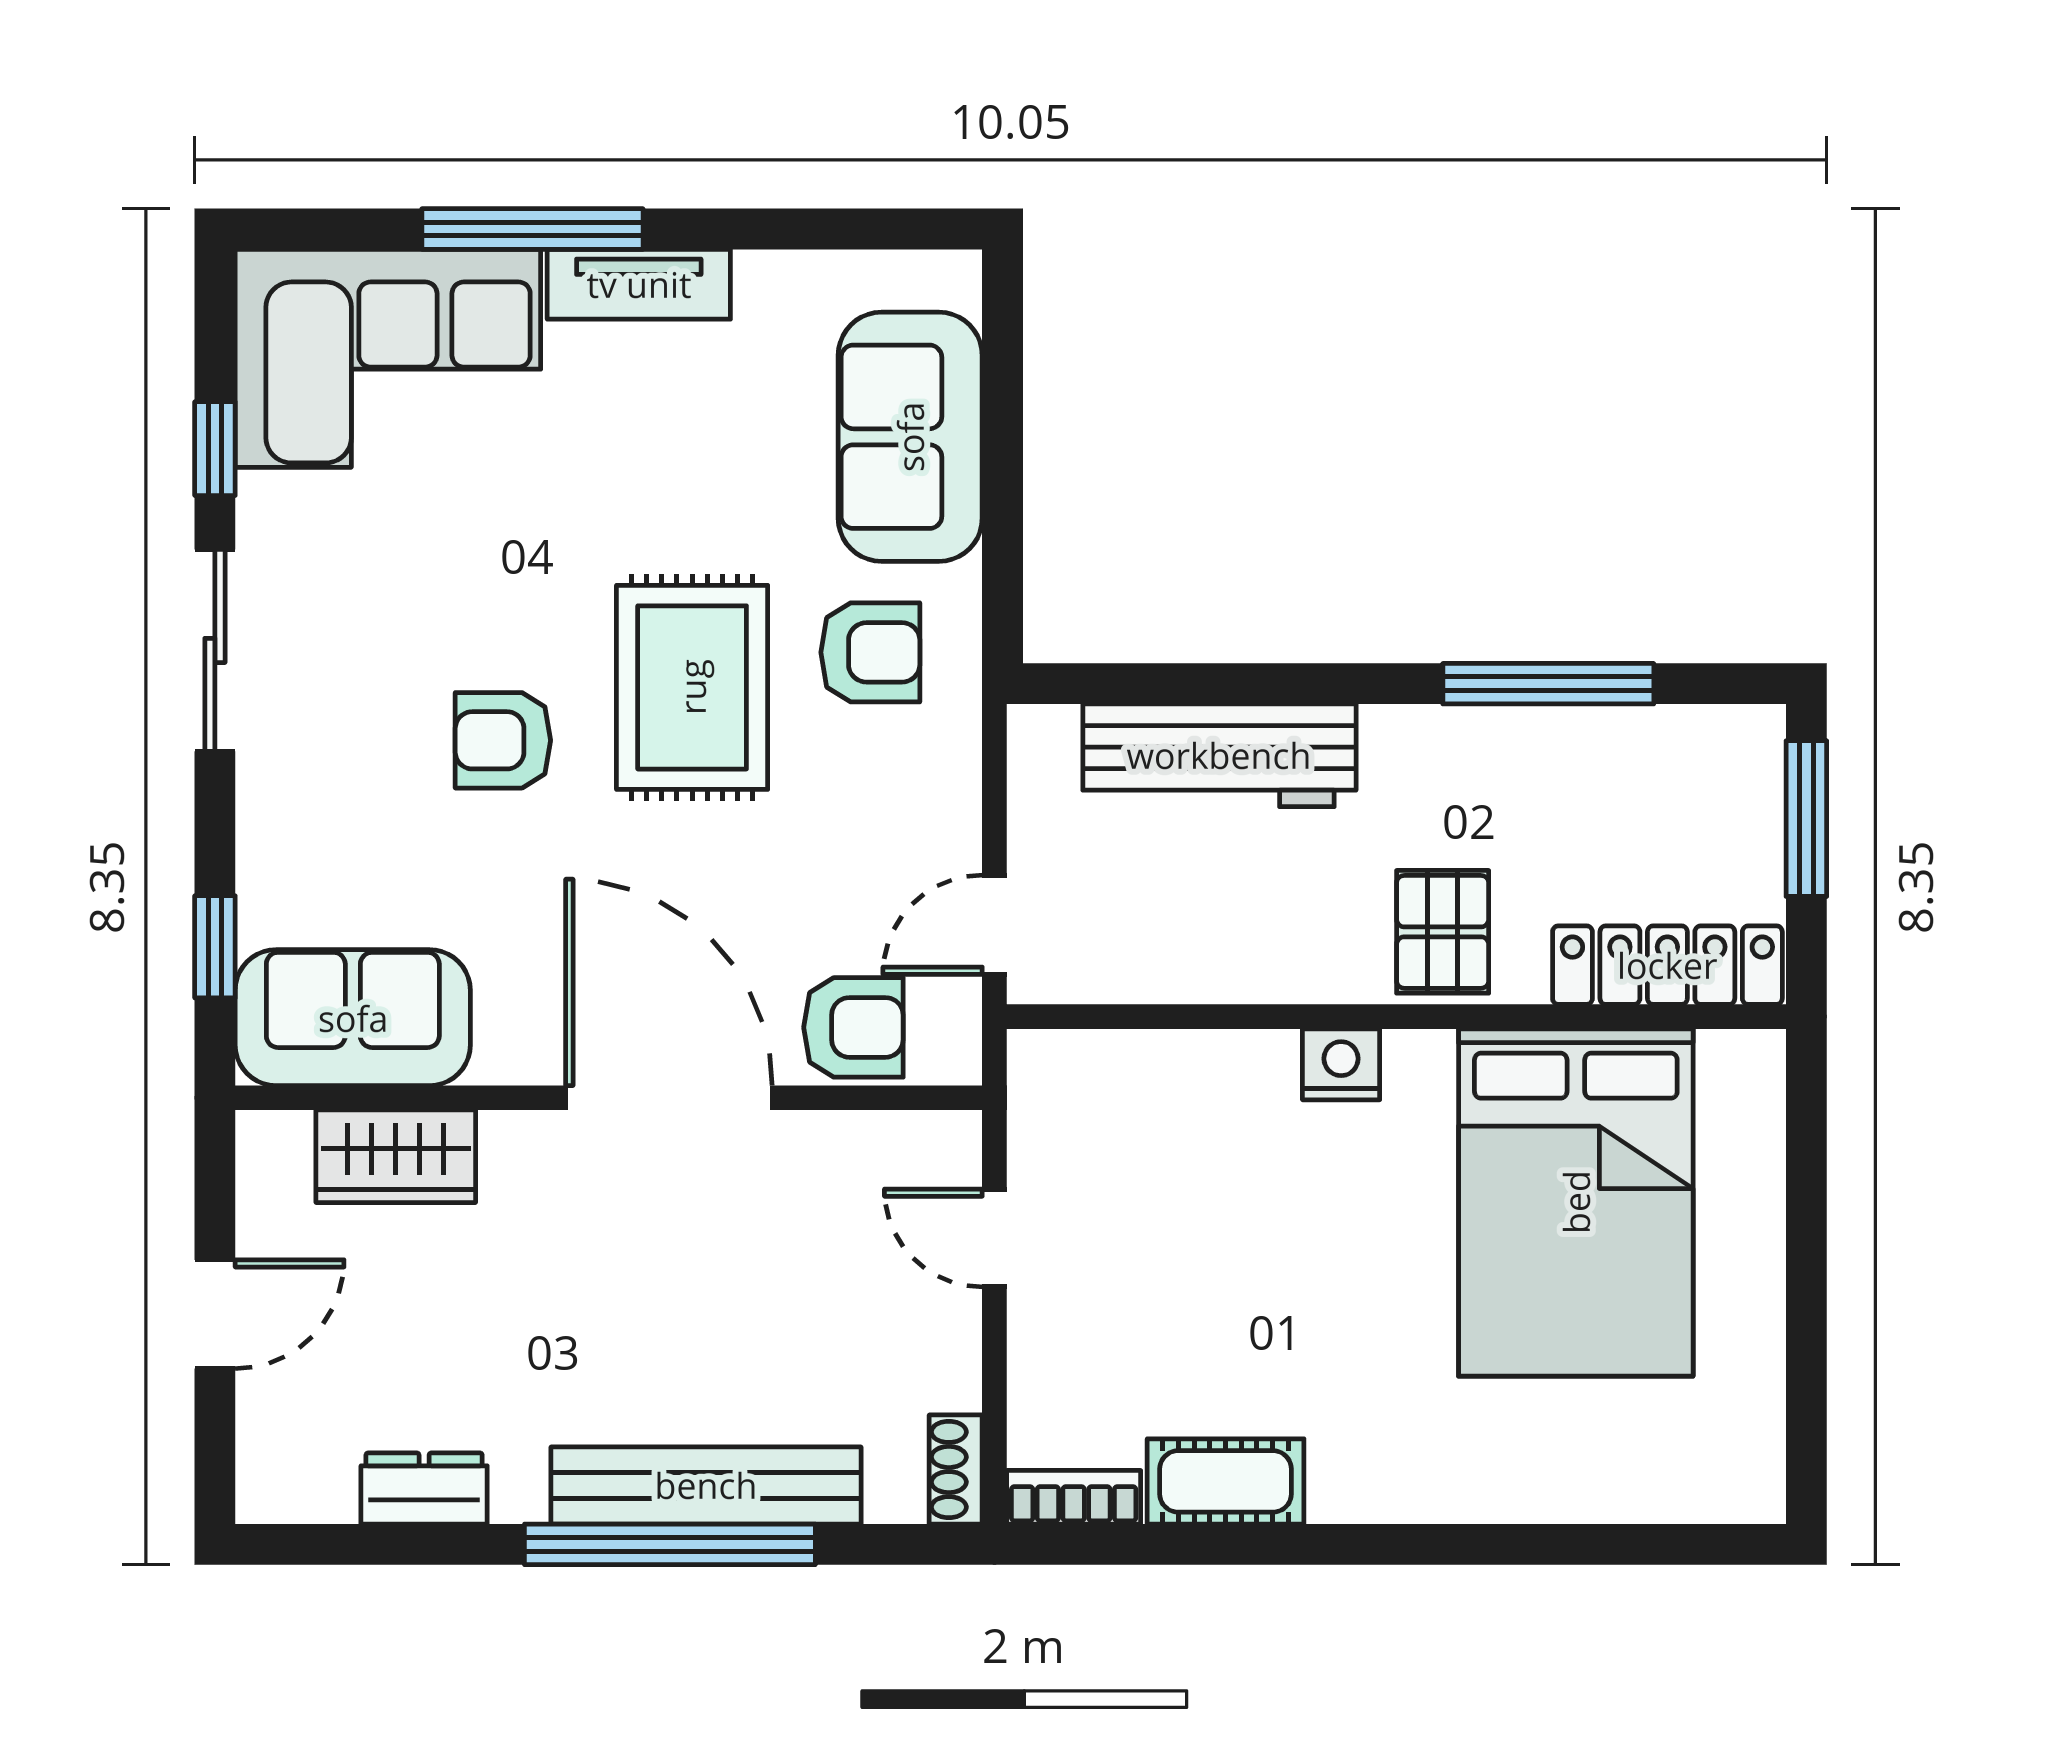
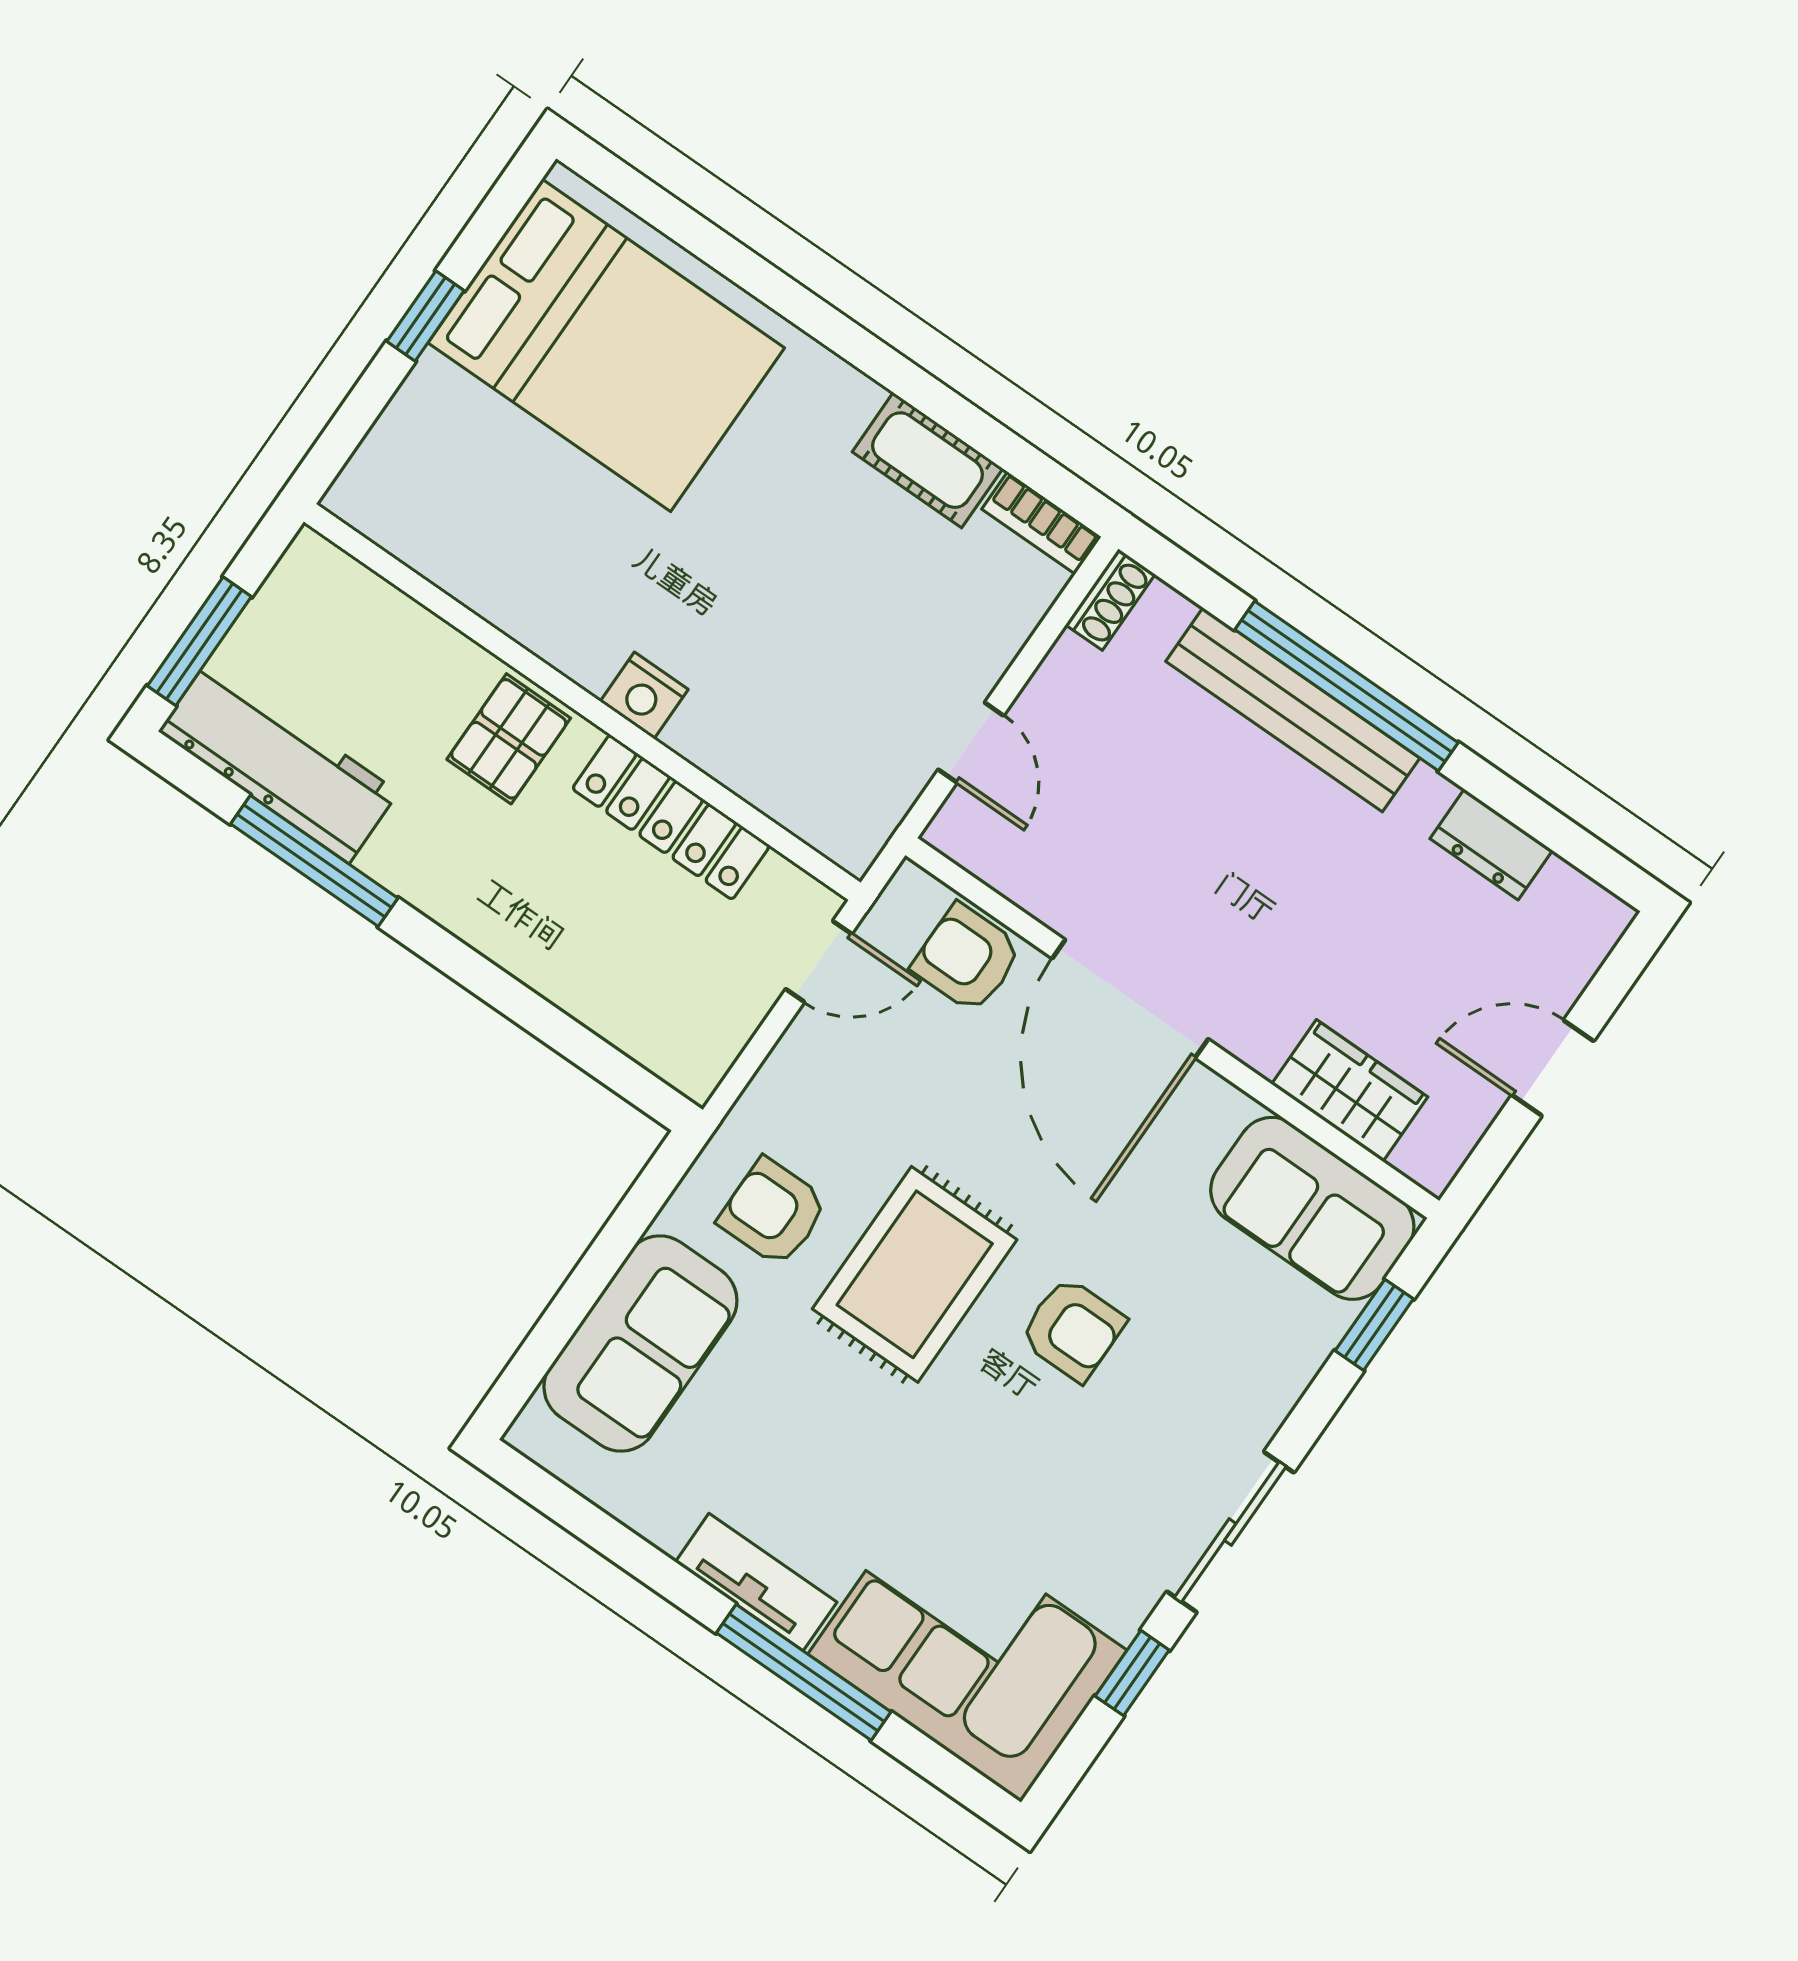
workbench: (1219, 755) -> (278, 762), moved
locker: (1667, 965) -> (671, 817), moved
bed: (1576, 1202) -> (606, 345), moved, turned 90
window: (1806, 1284) -> (425, 316), added

